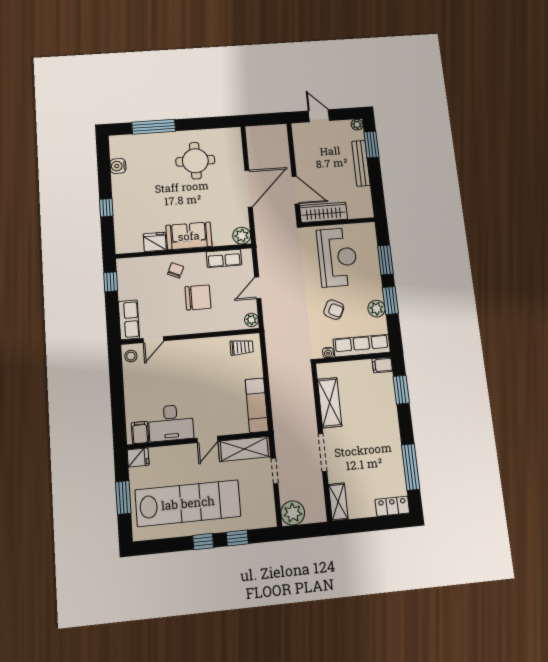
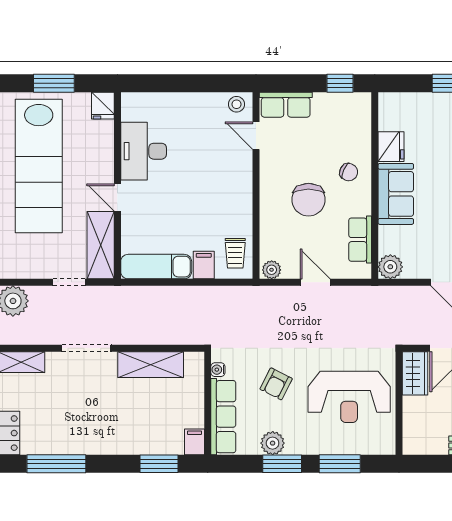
wardrobe: (323, 212) -> (415, 373), width x0.67
filing cabinet: (140, 433) -> (204, 265), moved, turned -90

